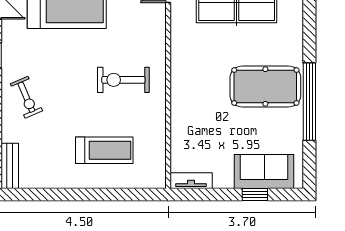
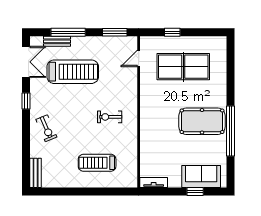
exercise bike: (123, 80) -> (110, 117), width x0.73, depth x0.72
treadmill: (104, 150) -> (97, 163), turned 180

